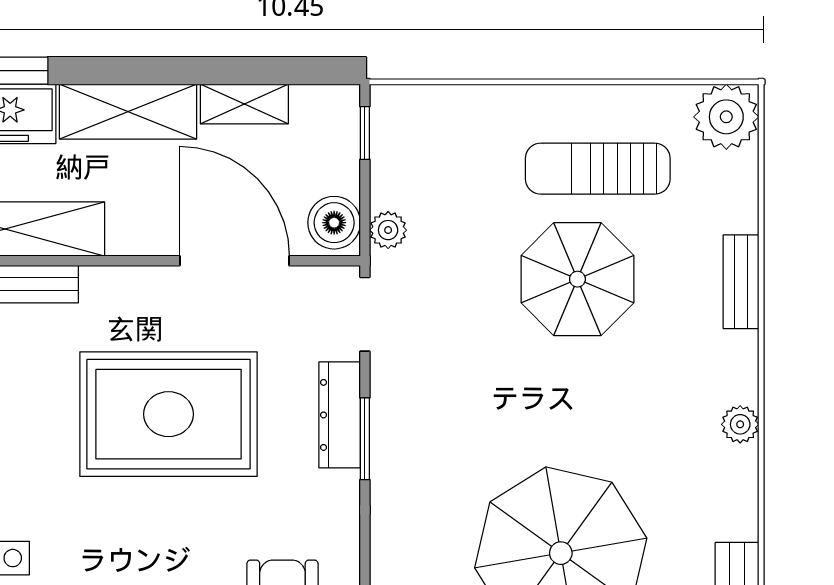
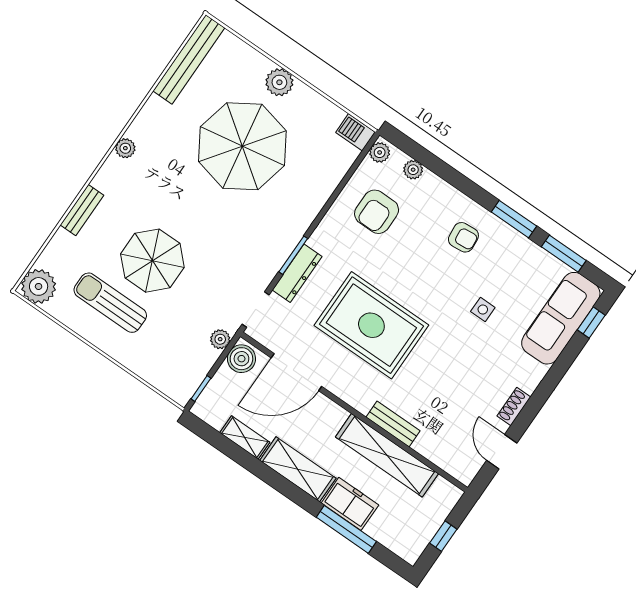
sun lounger: (598, 169) -> (110, 303), turned 180
door: (235, 261) -> (296, 372), hinge flipped

